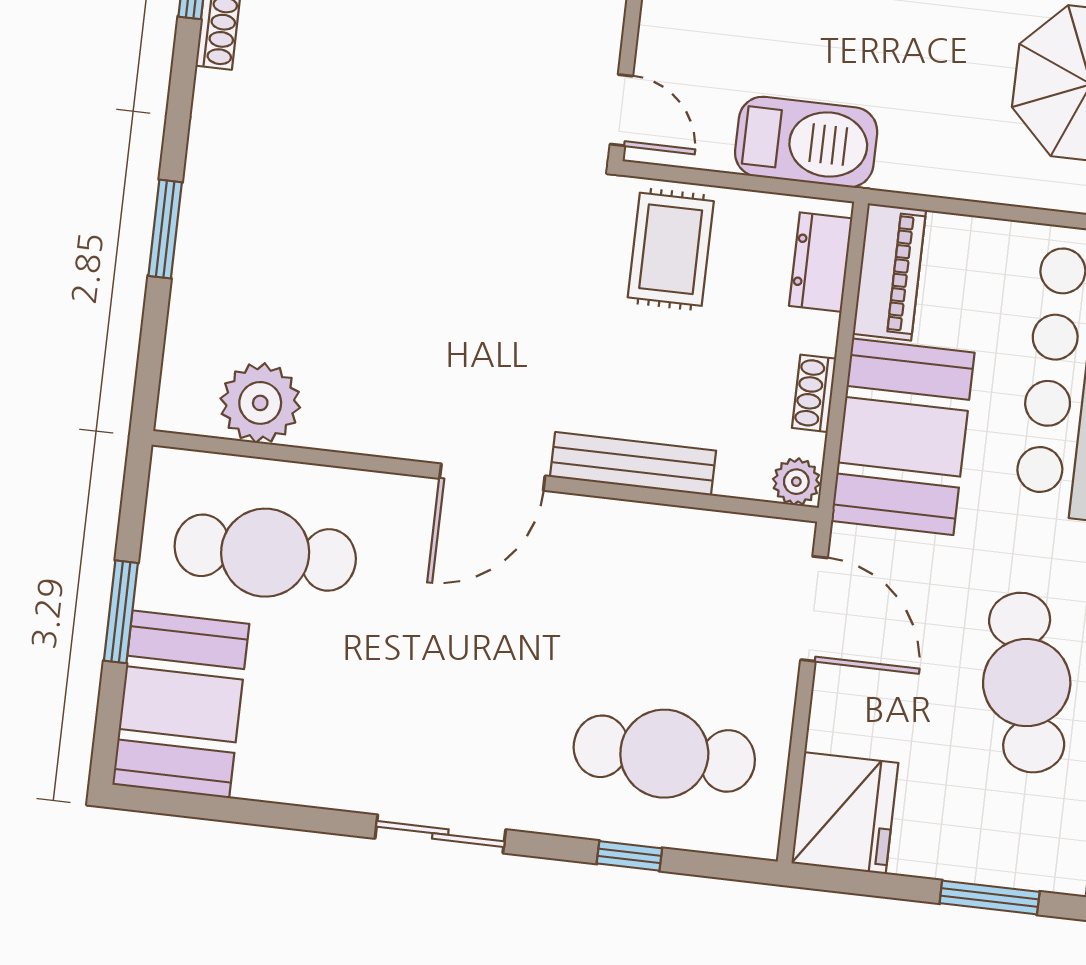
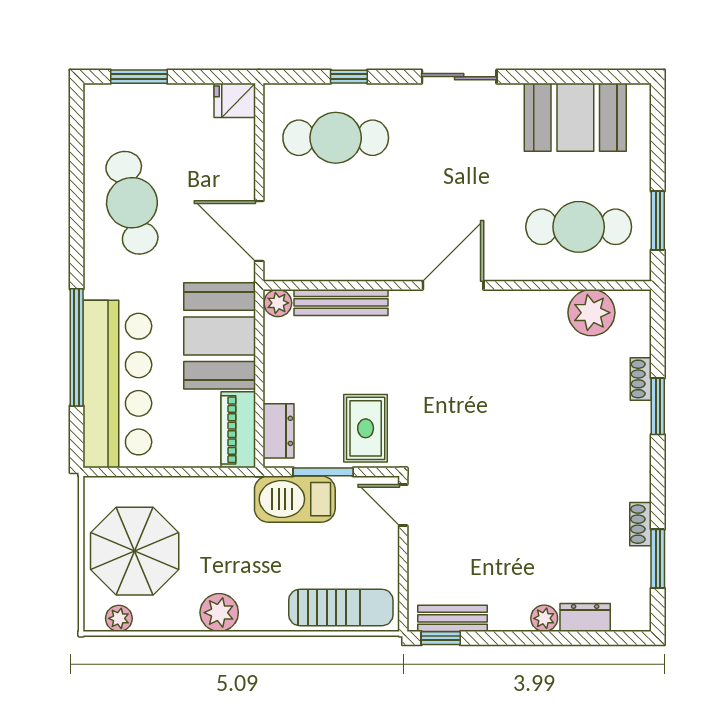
window: (752, 183) -> (323, 472), added
shoe rack: (814, 393) -> (641, 379), moved, turned 180
bench: (633, 464) -> (341, 302), moved
window: (121, 612) -> (658, 221), moved
booth: (181, 704) -> (575, 117), moved, turned 90
fridge: (845, 813) -> (235, 100), width x0.53, depth x0.75

